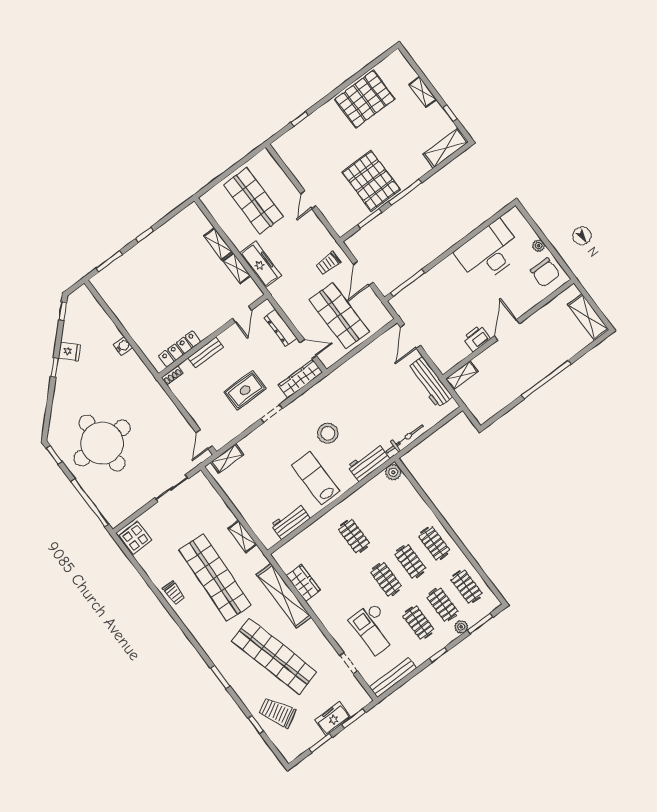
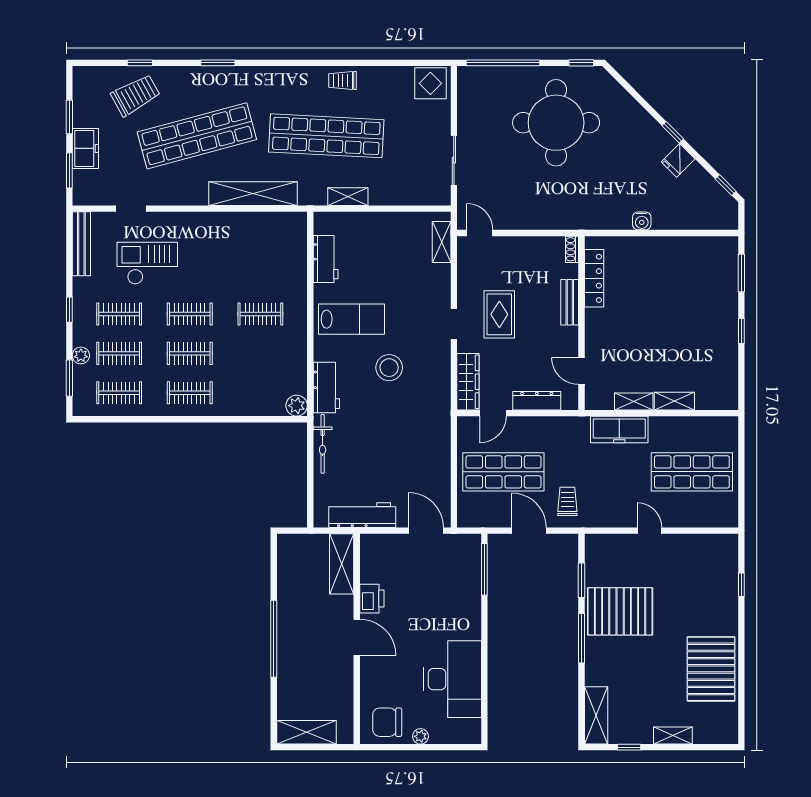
shelving: (462, 375) -> (342, 564), width x1.50, depth x1.33
wardrobe: (303, 583) -> (251, 224), removed

